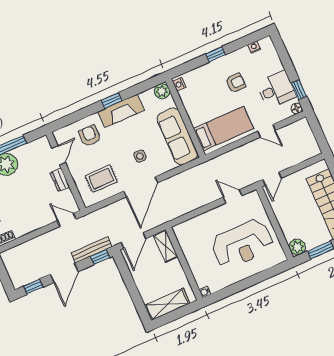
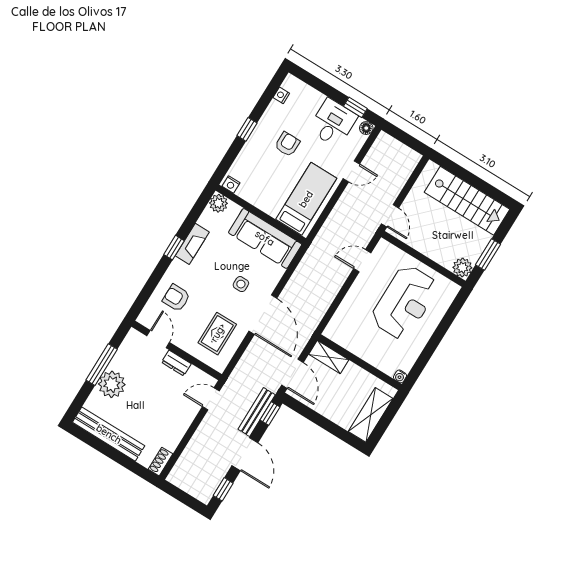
fireplace: (121, 111) -> (192, 244), width x0.73, depth x0.76

